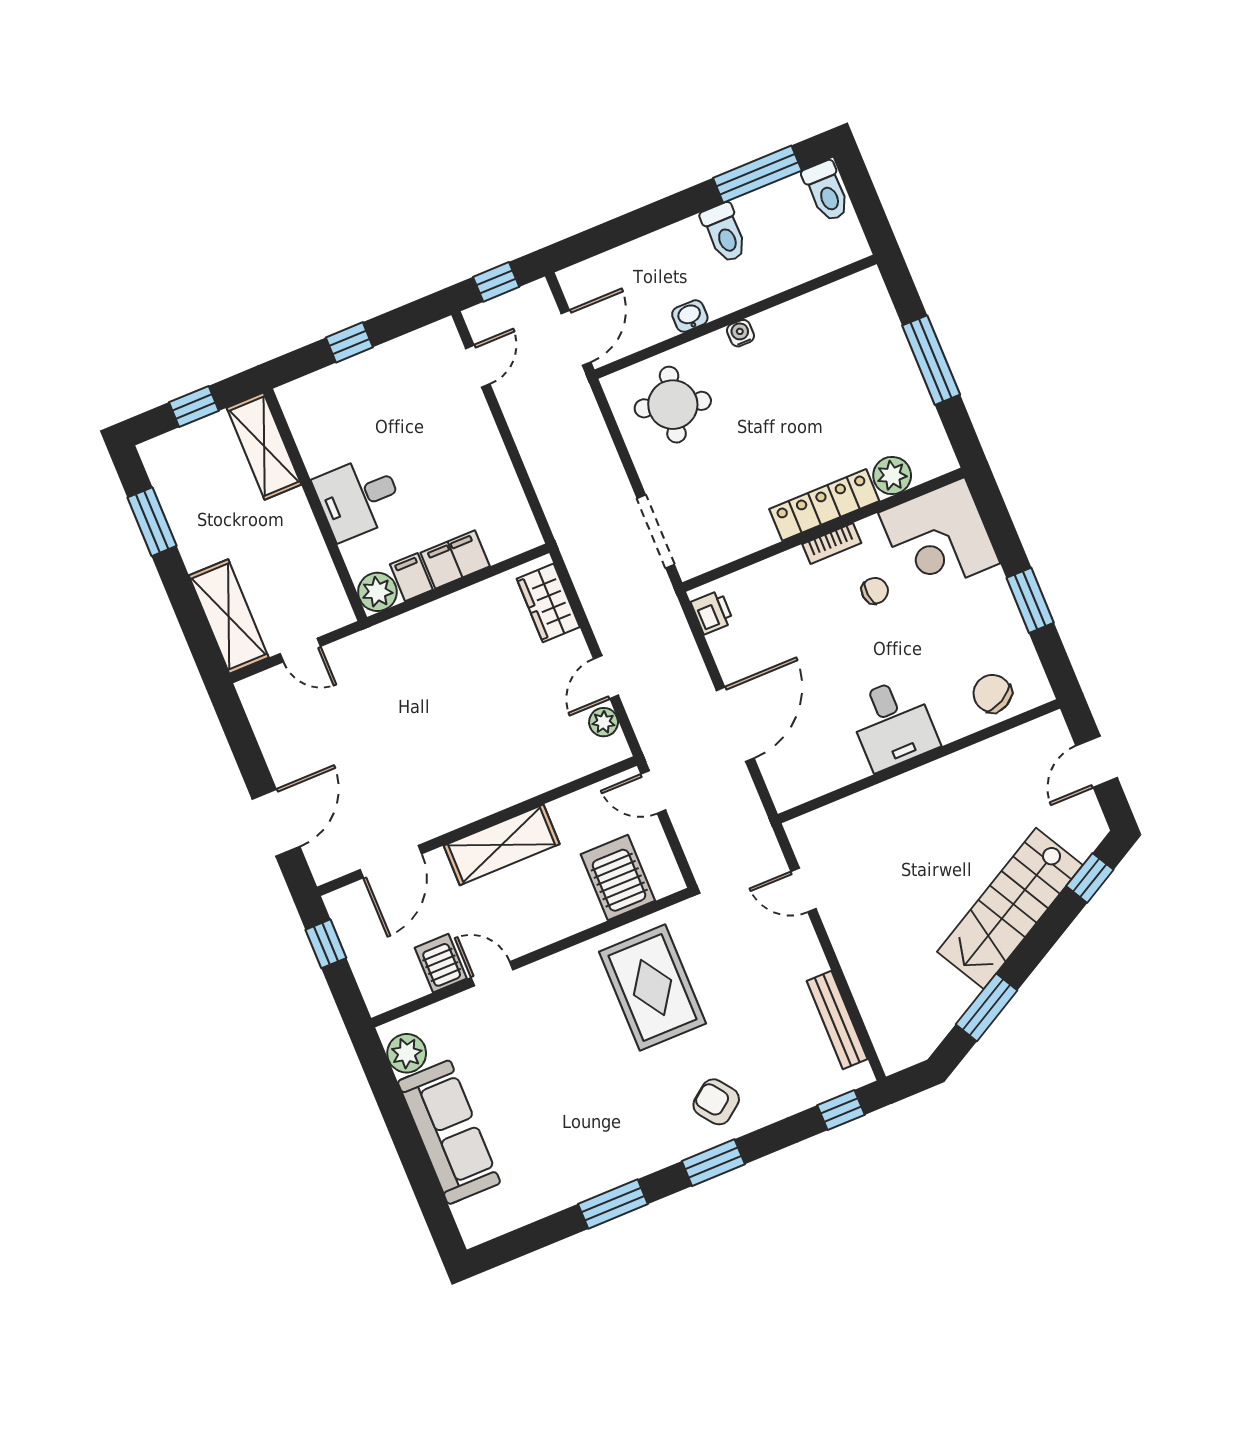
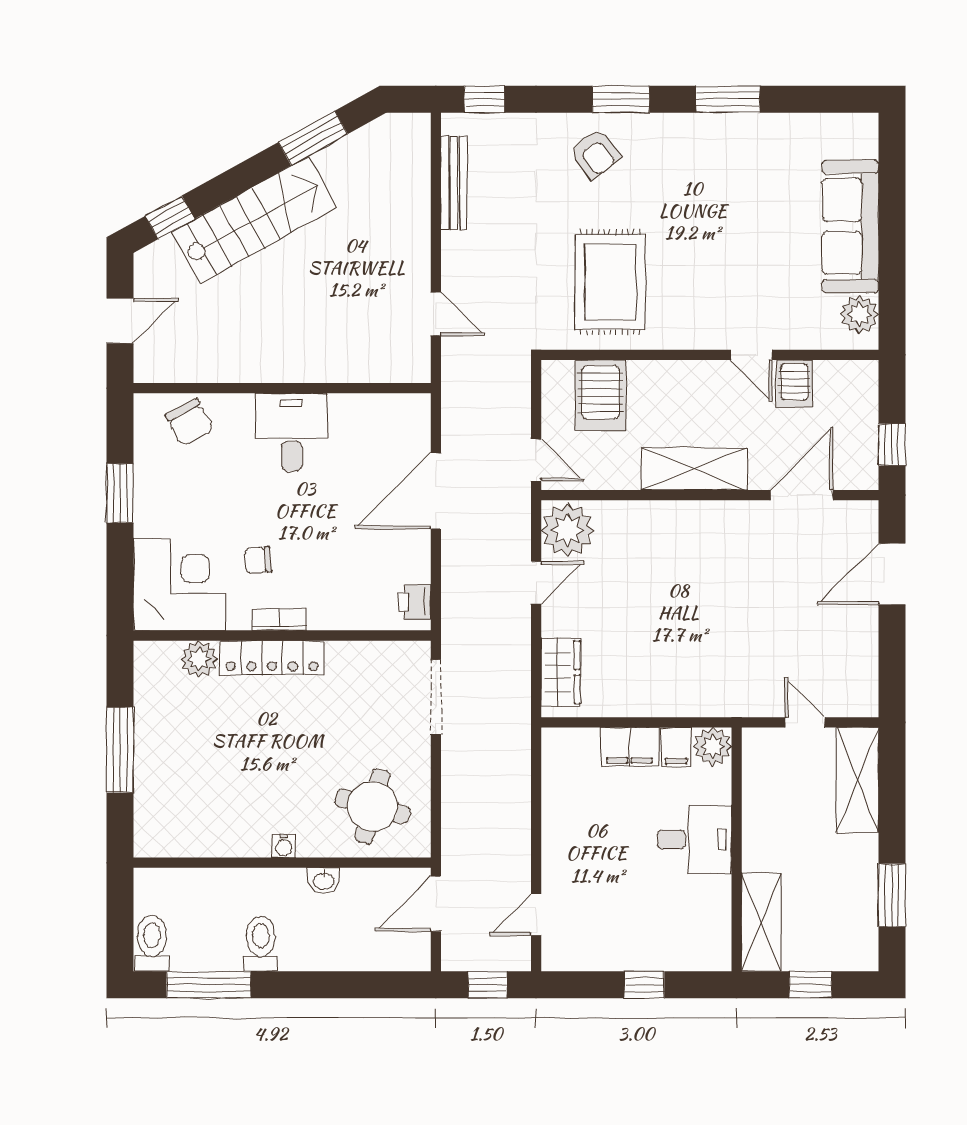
plant: (604, 722) -> (568, 530), width x1.87, depth x1.87

